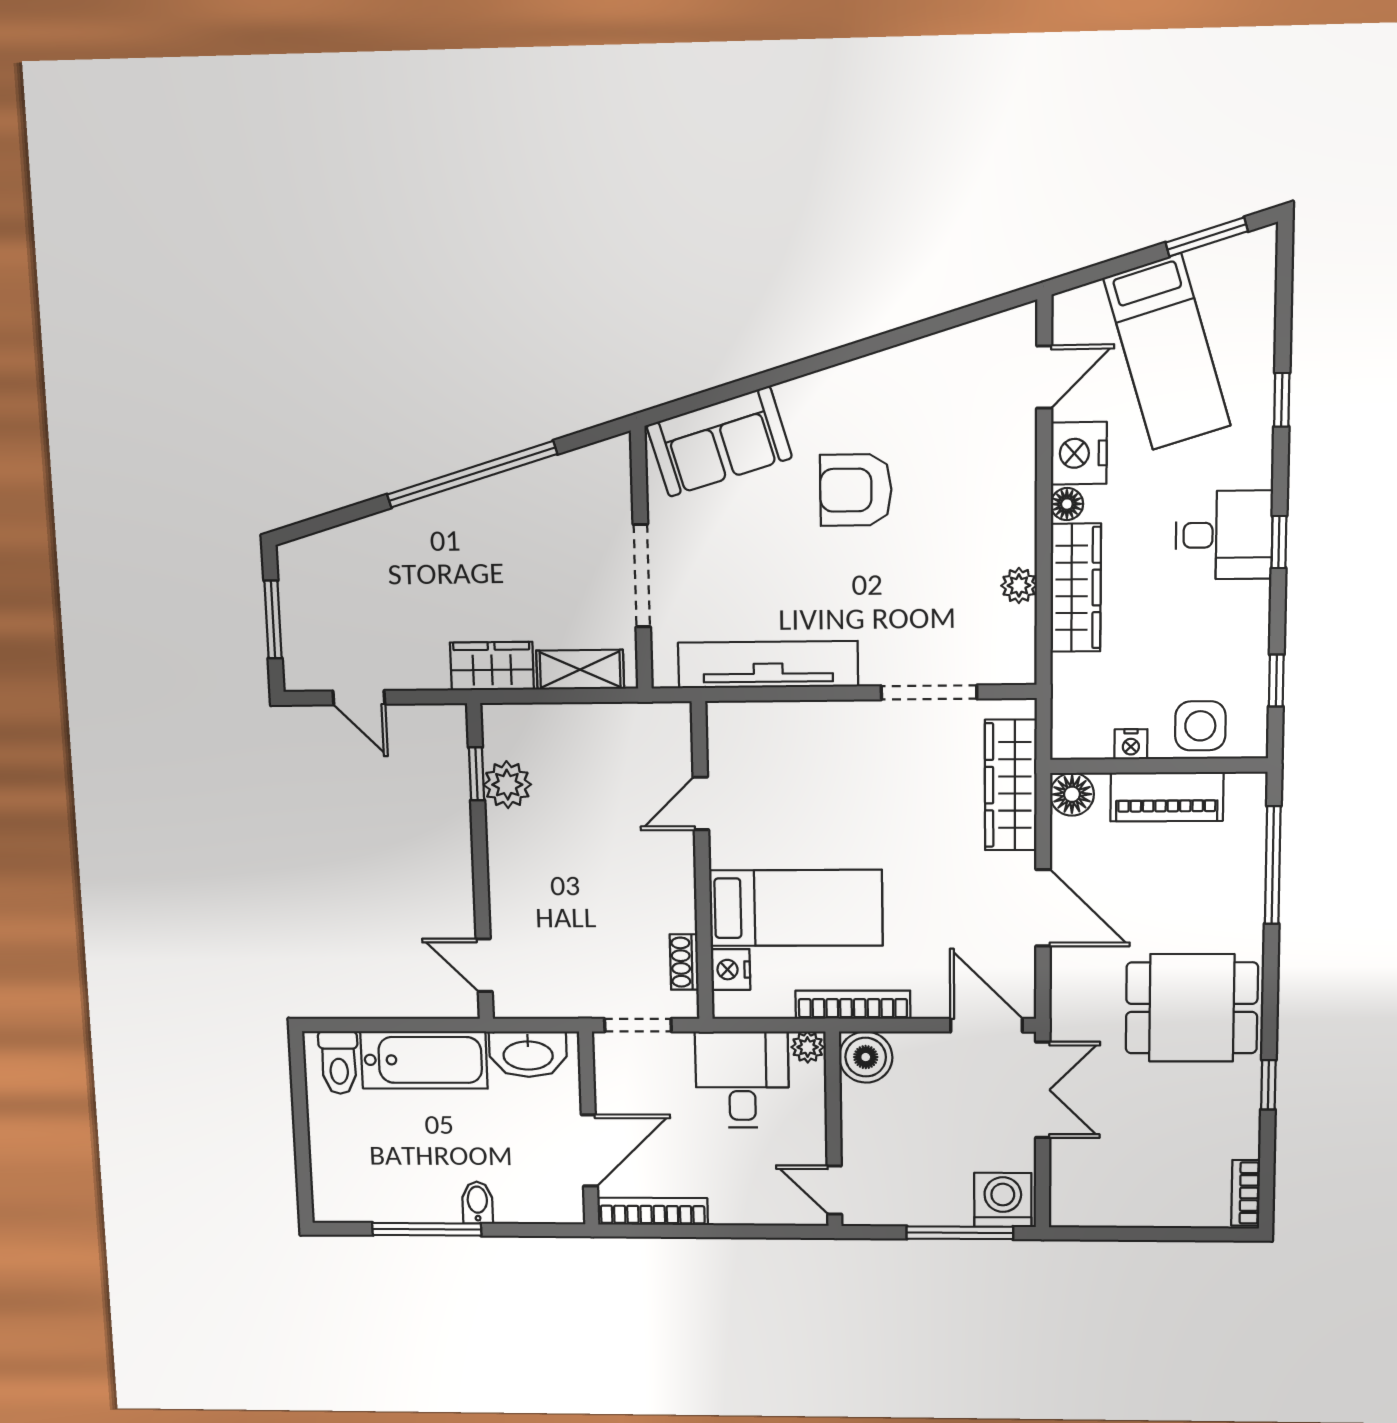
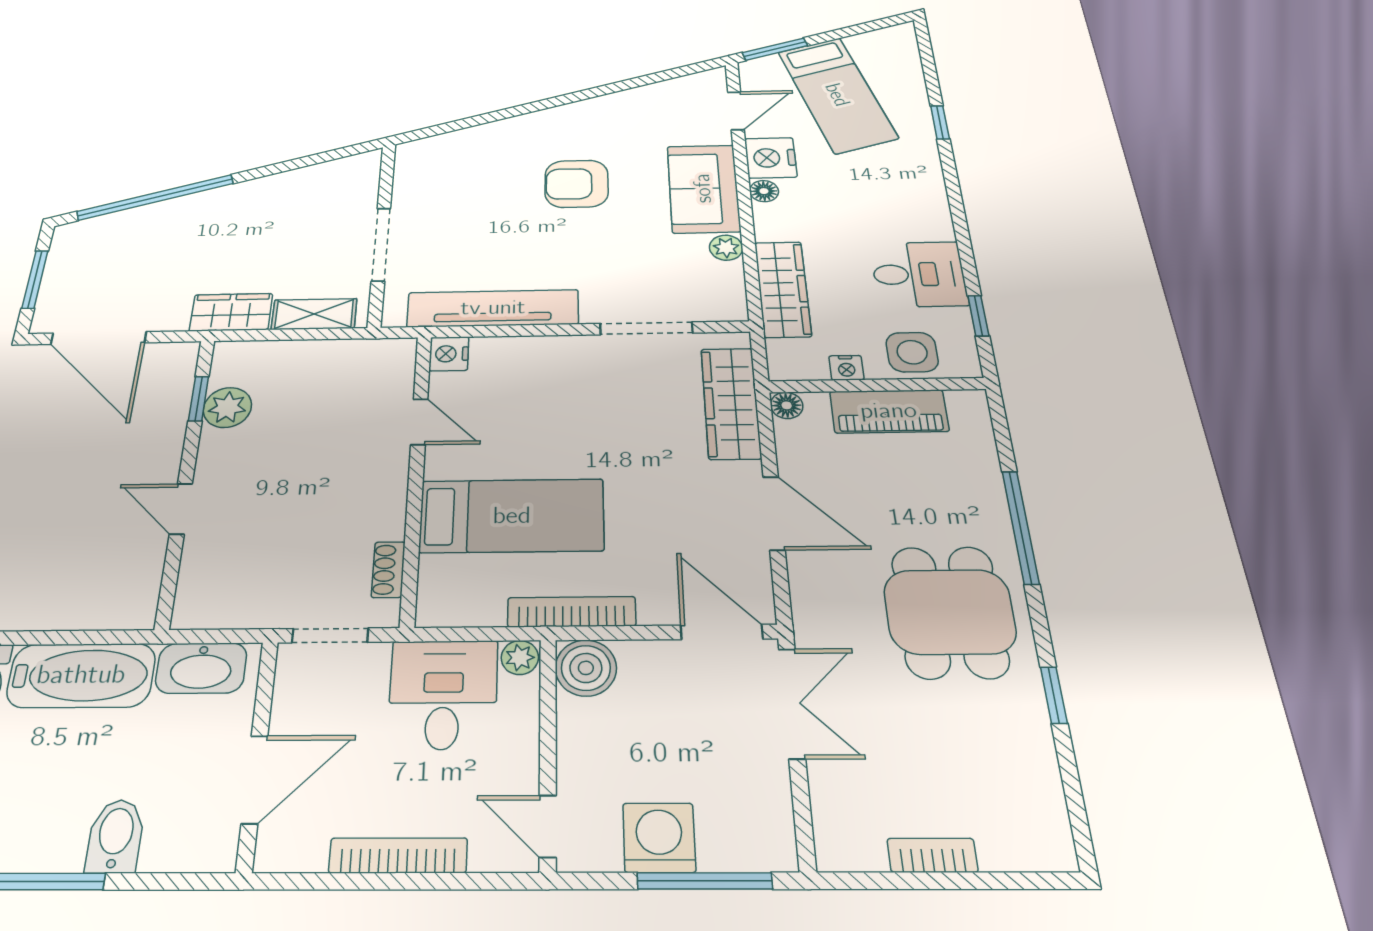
window: (1207, 237) -> (775, 49), moved
sofa: (719, 442) -> (703, 188), moved, turned 107
window: (472, 474) -> (155, 197), moved
desk: (1224, 535) -> (919, 274), moved
window: (1279, 542) -> (958, 215), removed
wardrobe: (1076, 588) -> (783, 289), moved
door: (359, 698) -> (99, 338), width x1.87
floor lamp: (1072, 794) -> (787, 405), width x0.73, depth x0.73
door: (701, 803) -> (419, 422), swing flipped
window: (1273, 865) -> (1020, 527), moved
door: (484, 965) -> (181, 509), moved
nightstand: (731, 970) -> (449, 354), moved
dining table: (1192, 1008) -> (950, 612), turned 90
bookcase: (1246, 1193) -> (932, 855), moved, turned 90
washing machine: (1003, 1200) -> (659, 838), moved
bidet: (477, 1203) -> (115, 836), width x1.38, depth x1.36
bookcase: (653, 1211) -> (398, 855), moved

